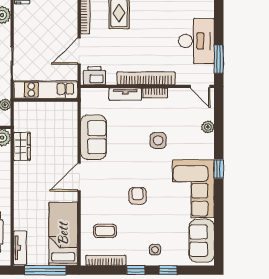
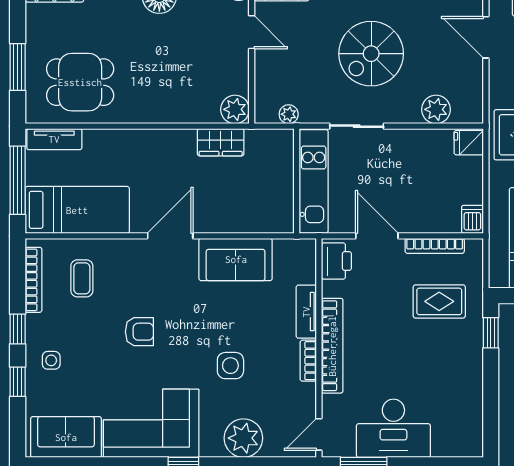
plant: (208, 127) -> (243, 438), width x1.87, depth x1.87
door: (79, 177) -> (170, 236), hinge flipped

